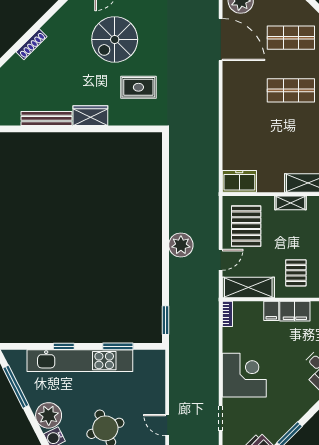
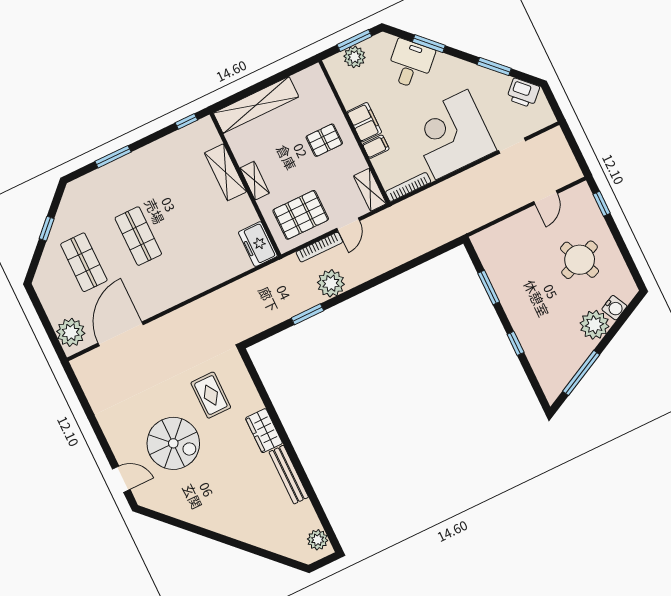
shoe rack: (32, 44) -> (220, 527), removed
bookcase: (214, 229) -> (319, 247), added
plant: (181, 245) -> (331, 283), moved
door: (221, 260) -> (348, 224), swing flipped
shelving: (248, 287) -> (370, 190), width x0.67, depth x0.75
bookcase: (227, 314) -> (408, 187), width x1.56
window: (165, 320) -> (307, 314), moved
kitchen unit: (80, 361) -> (522, 320), removed
corner desk: (244, 375) -> (452, 135), width x1.36, depth x1.36

